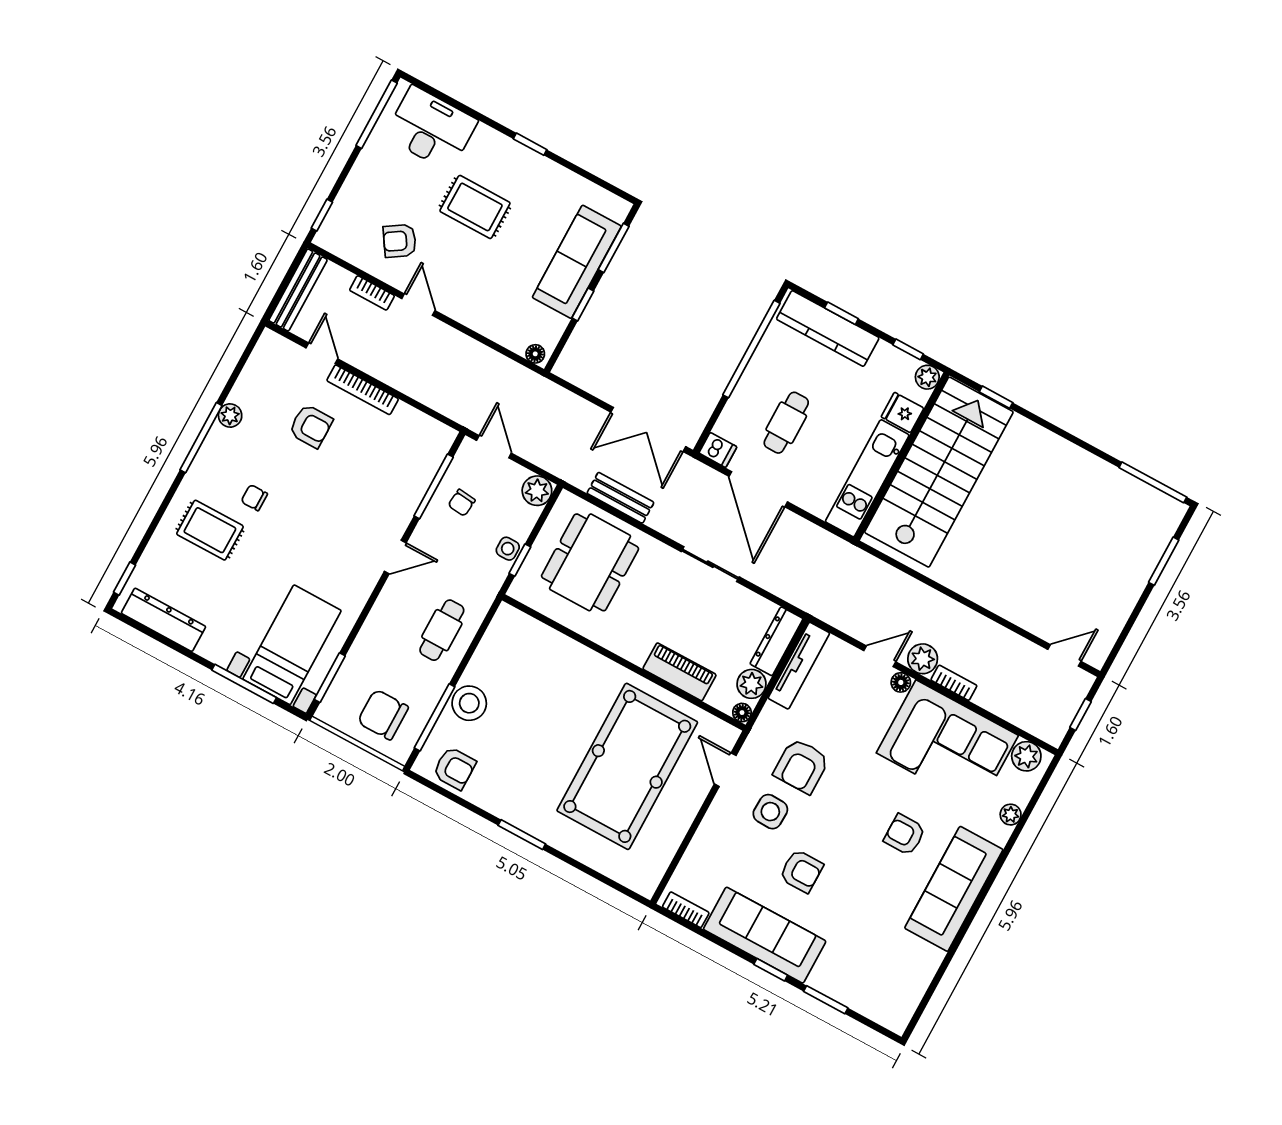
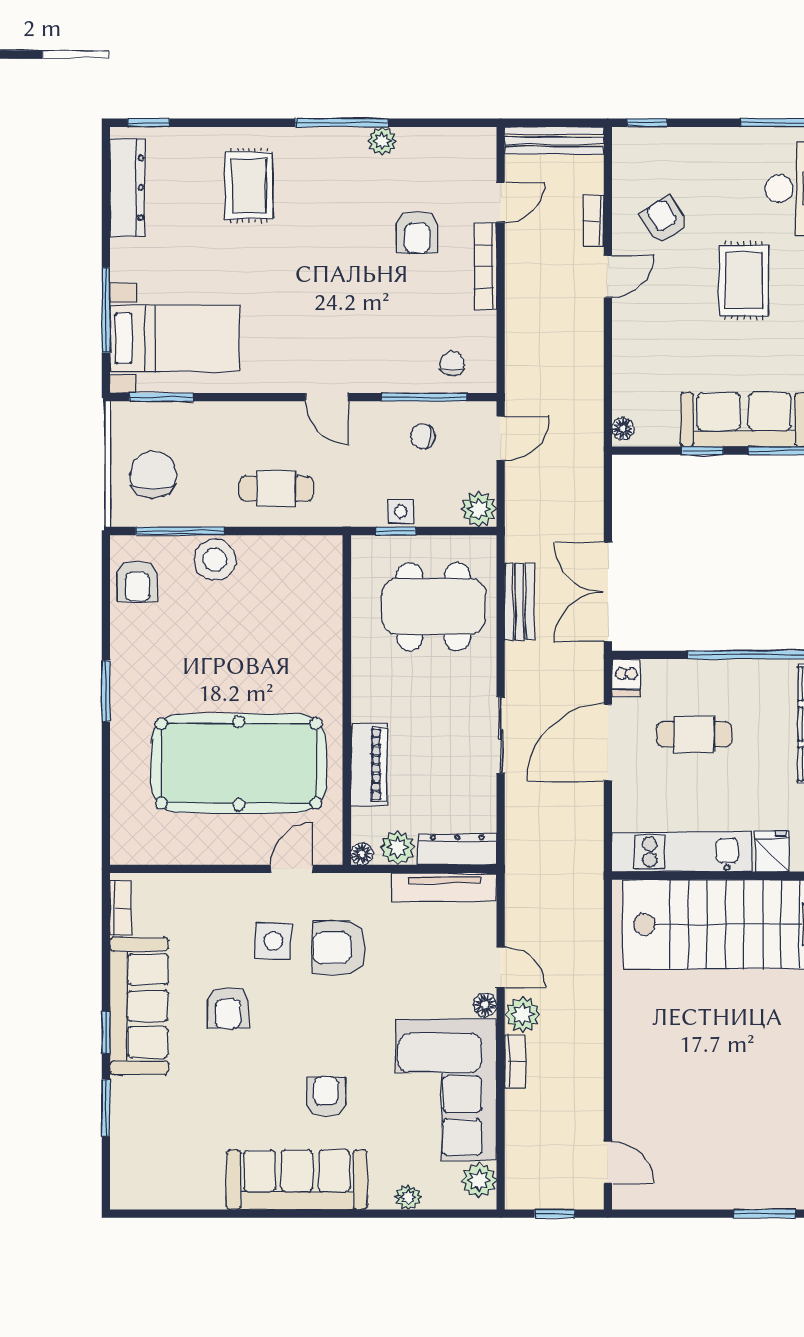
chair: (254, 498) -> (452, 363), moved

